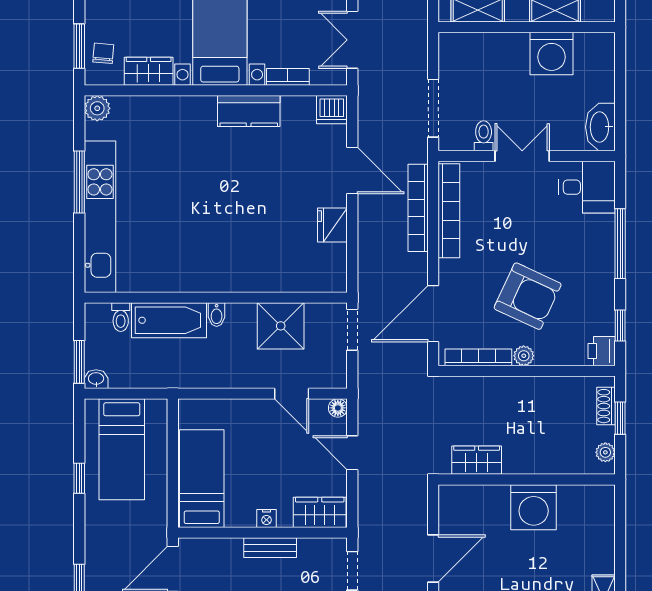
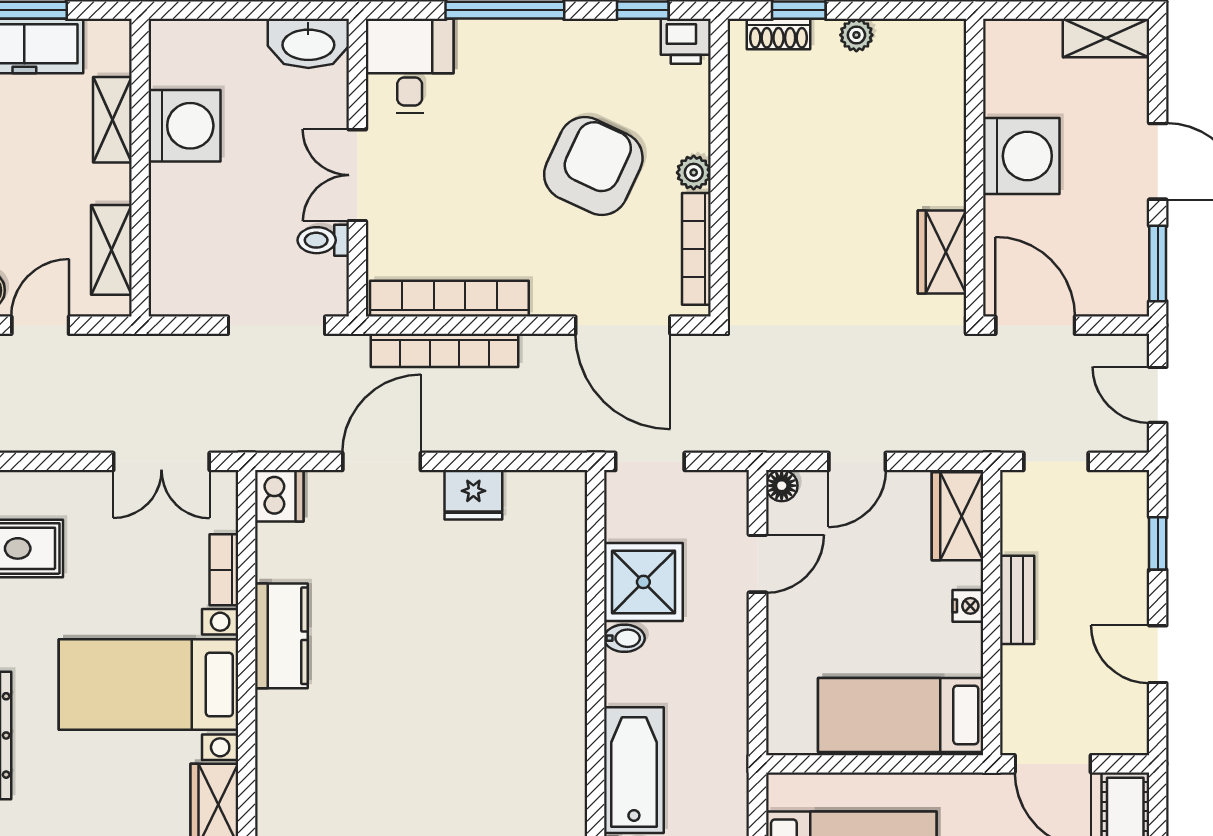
bidet: (217, 315) -> (624, 638), moved
wardrobe: (477, 460) -> (942, 252), moved
wall: (527, 480) -> (975, 168), moved
washing machine: (534, 507) -> (1021, 156), moved

